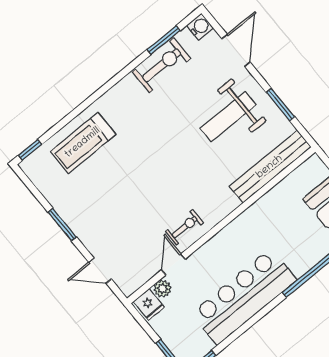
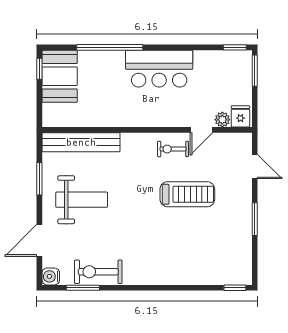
treadmill: (83, 143) -> (187, 194), moved
bar counter: (244, 297) -> (159, 69), width x0.73

